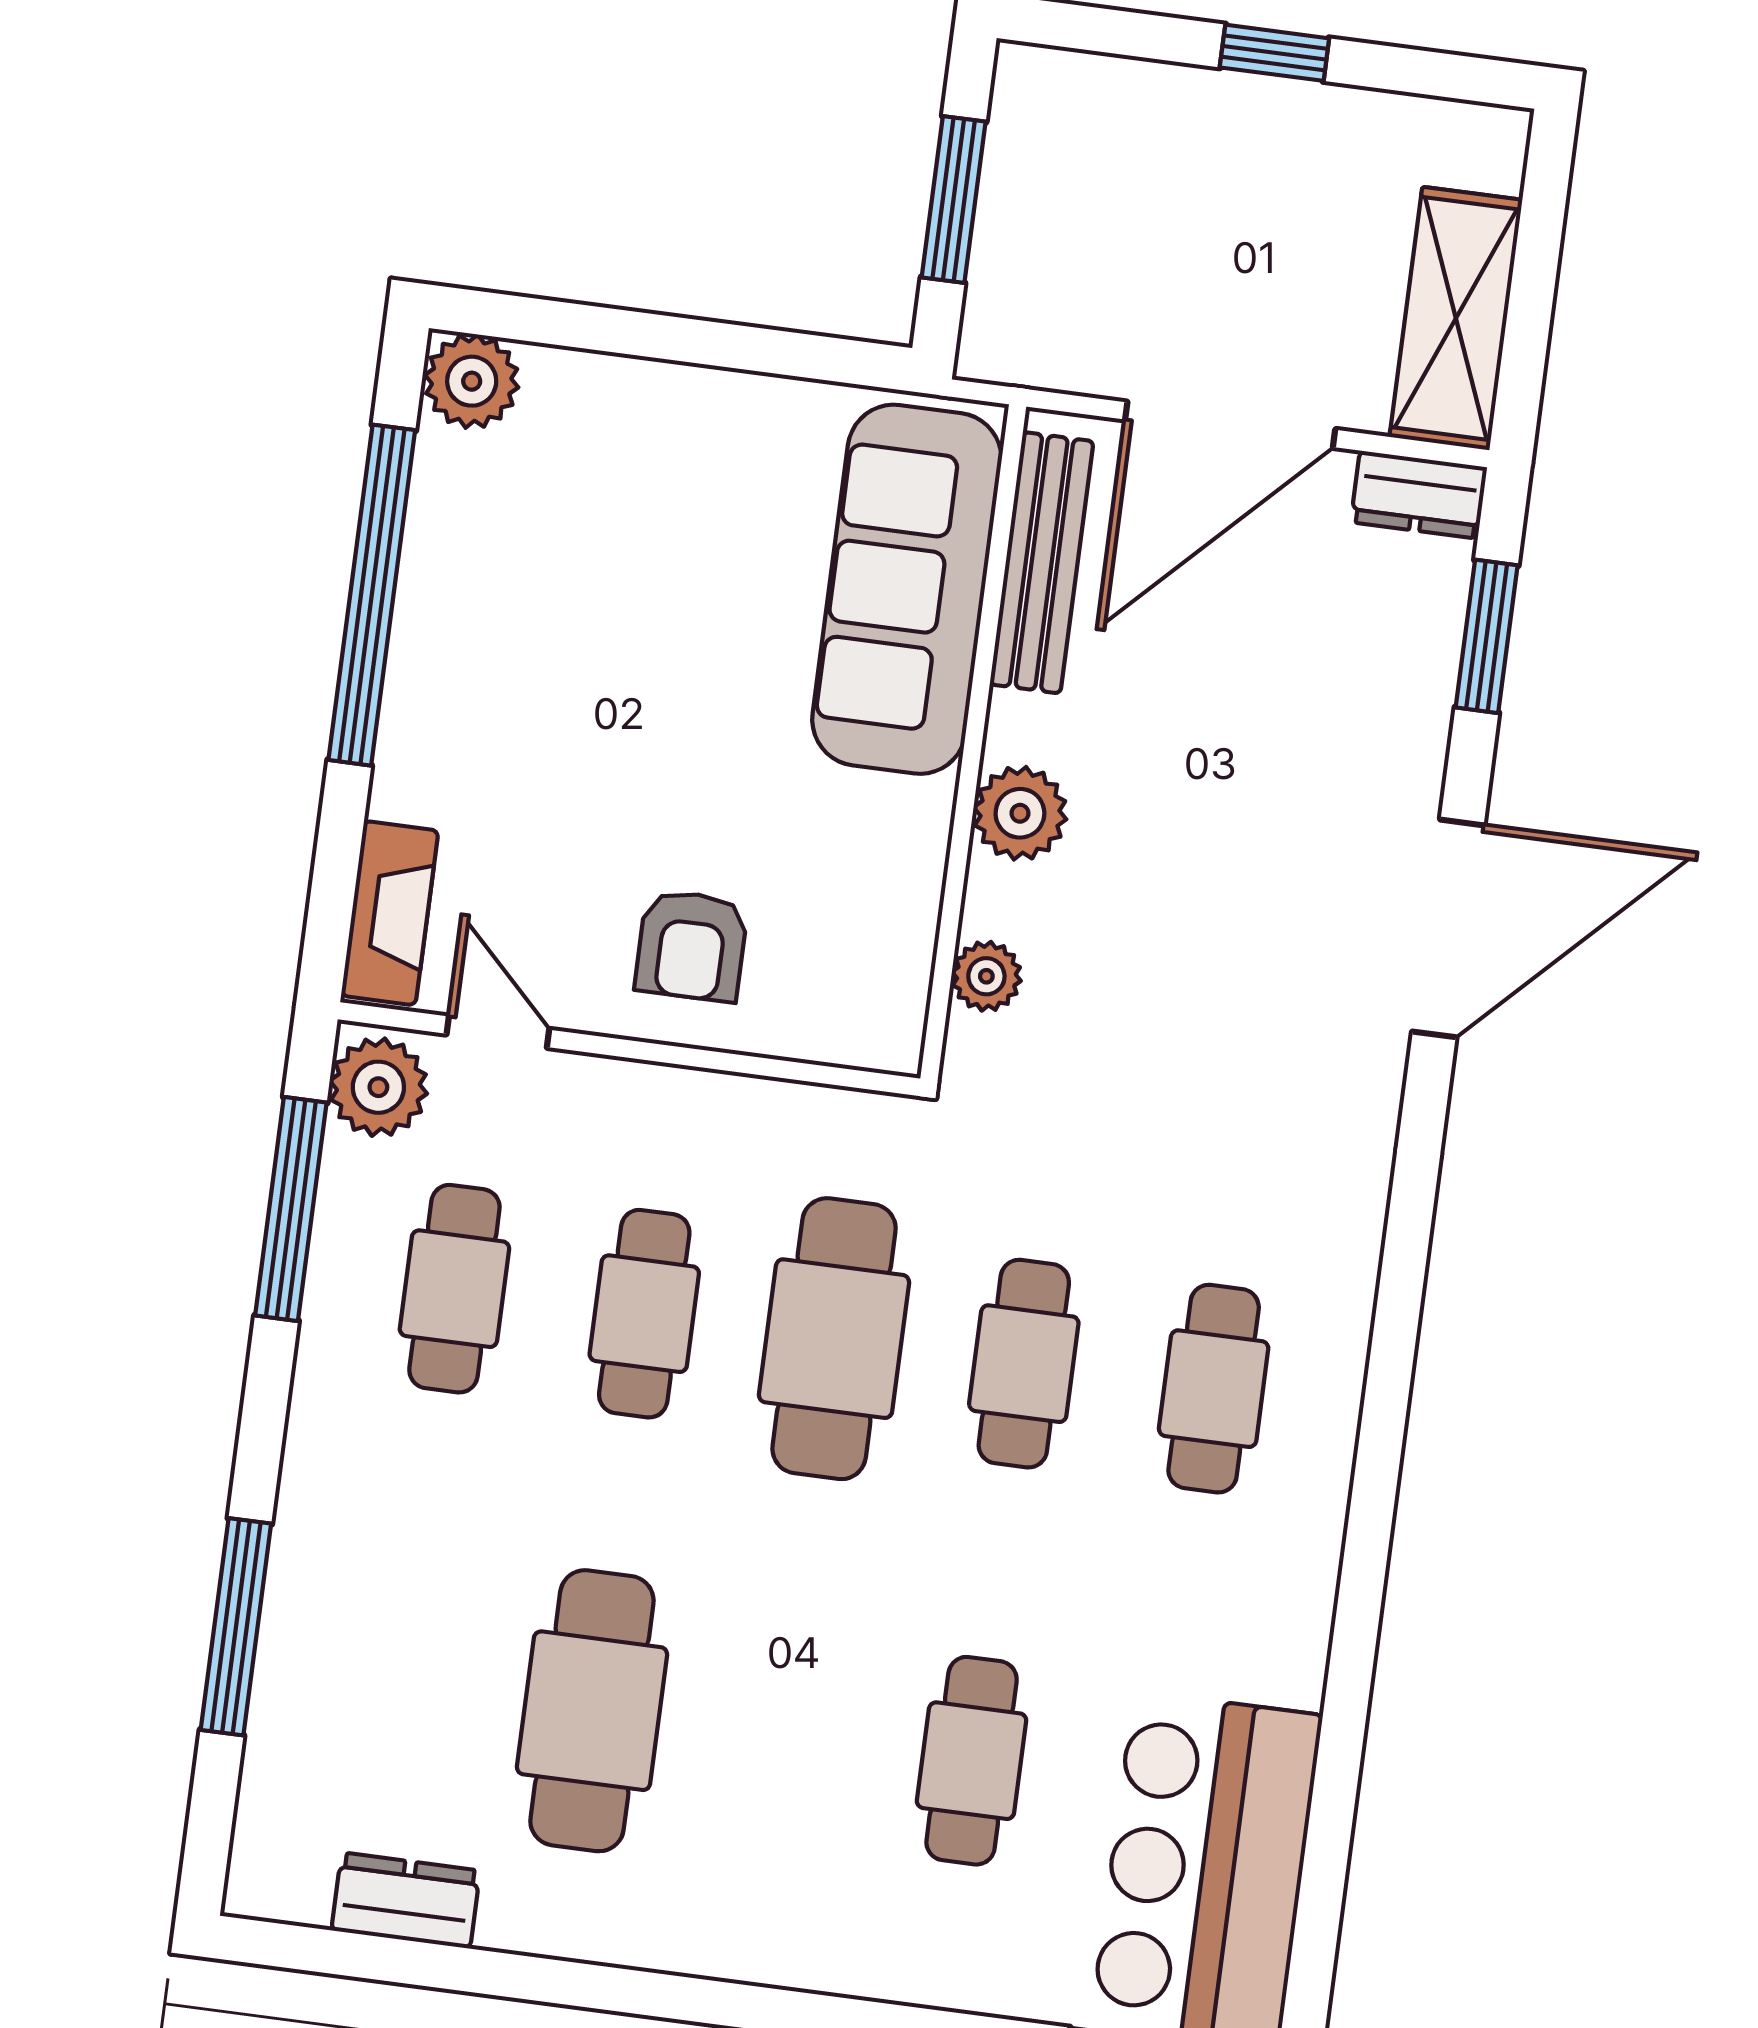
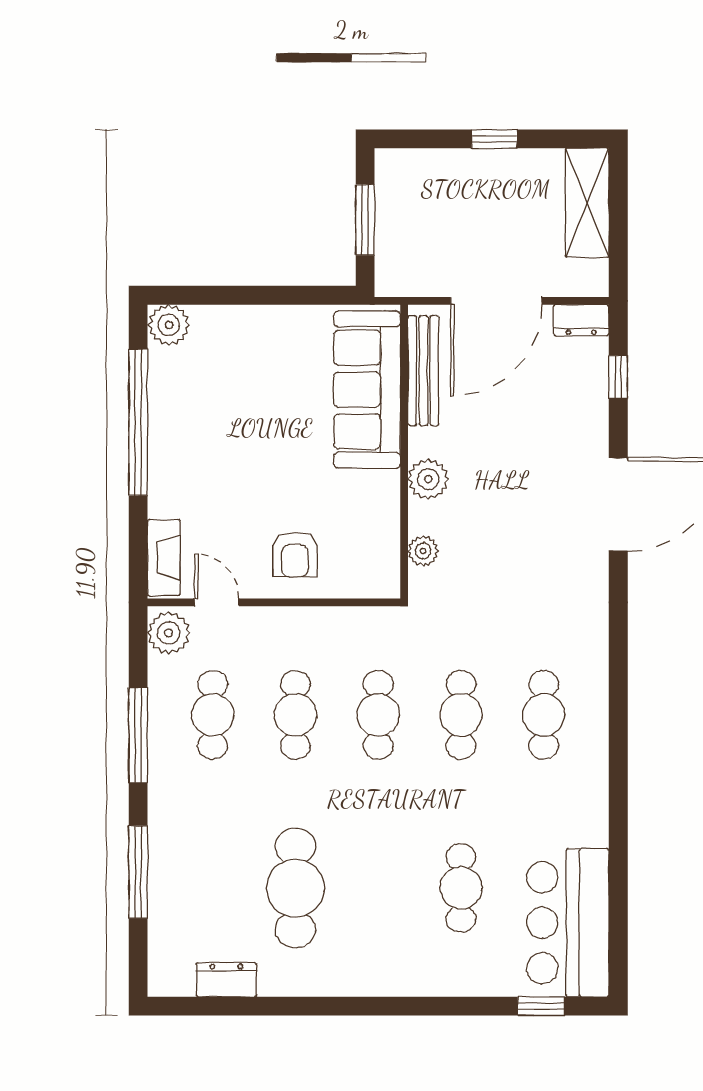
shelving: (1456, 318) -> (587, 203), moved
window: (1487, 636) -> (618, 377), width x0.67
window: (291, 1209) -> (138, 735), moved
cafe table: (834, 1339) -> (378, 715), width x0.73, depth x0.74

